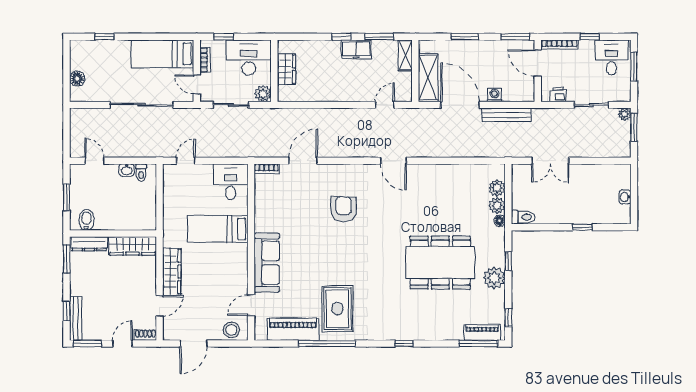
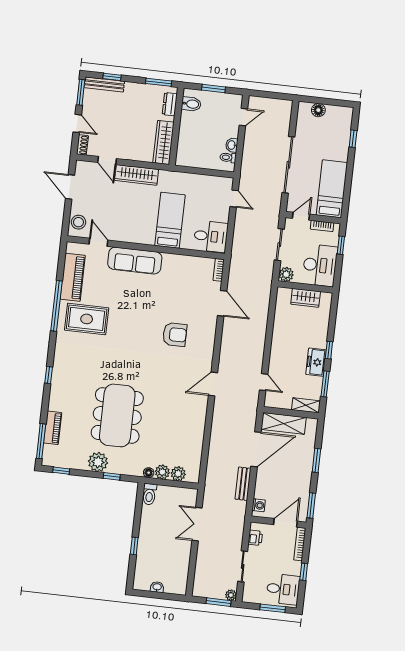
washing machine: (494, 95) -> (259, 505), moved
bench: (506, 115) -> (243, 484), width x0.73
dresser: (89, 244) -> (170, 104), width x0.70
piano: (482, 332) -> (53, 428), moved

